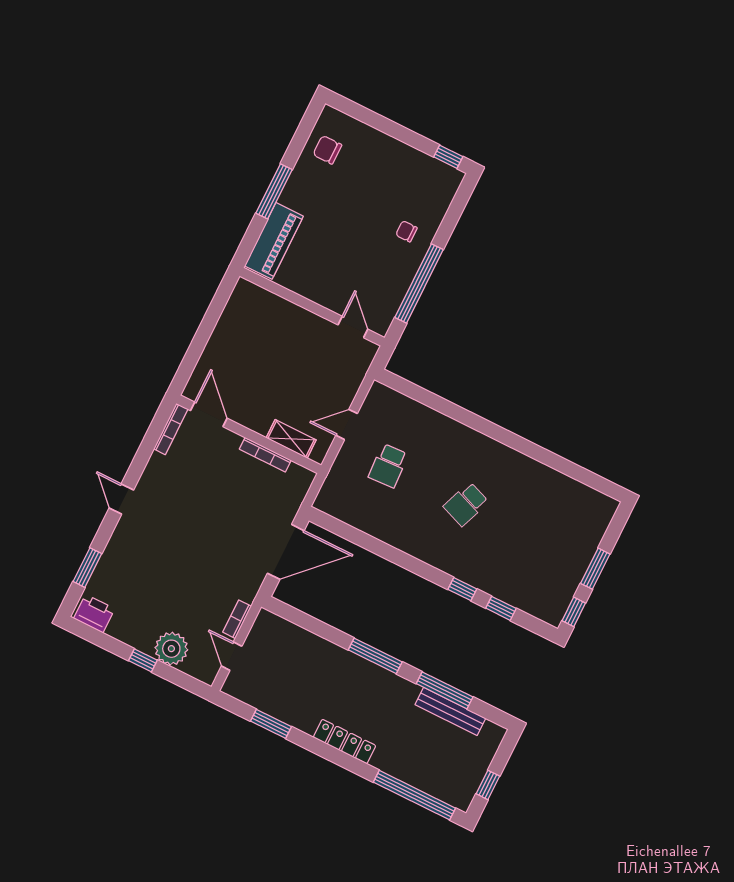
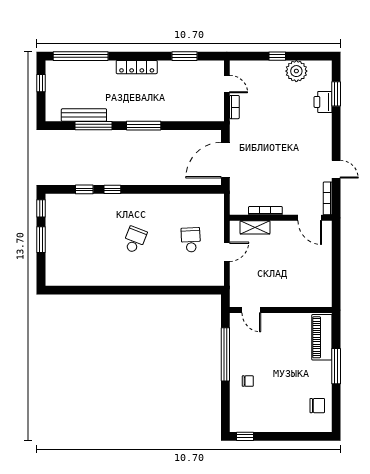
door: (121, 499) -> (336, 169), moved
printer: (94, 614) -> (323, 102), moved, turned 90
plant: (171, 649) -> (296, 71), moved

